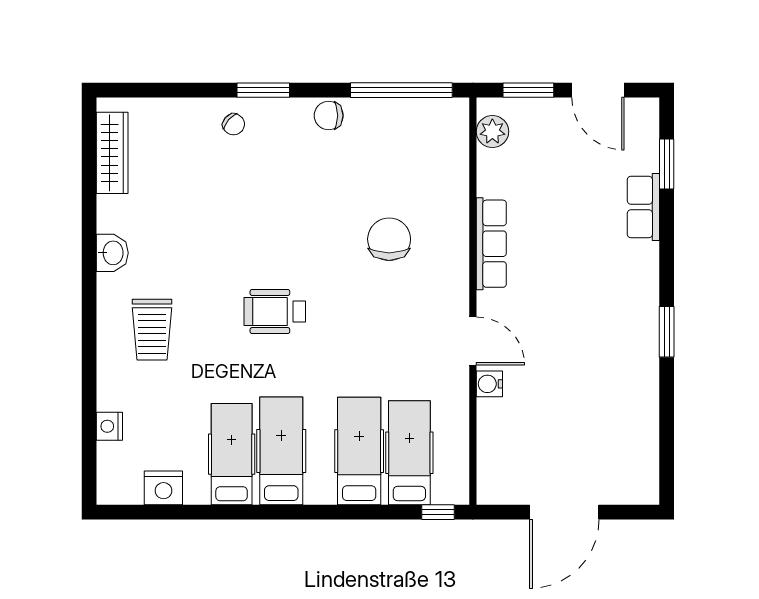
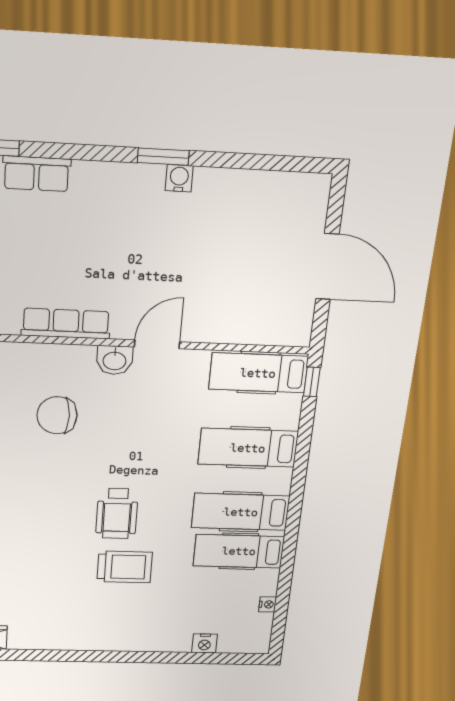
washbasin: (112, 253) -> (115, 360), moved, turned 180
trolley: (152, 330) -> (125, 567), moved
water cooler: (489, 384) -> (179, 178), moved, turned 180
hospital bed: (409, 453) -> (258, 373), moved
nightstand: (163, 488) -> (268, 604), width x0.53, depth x0.56

